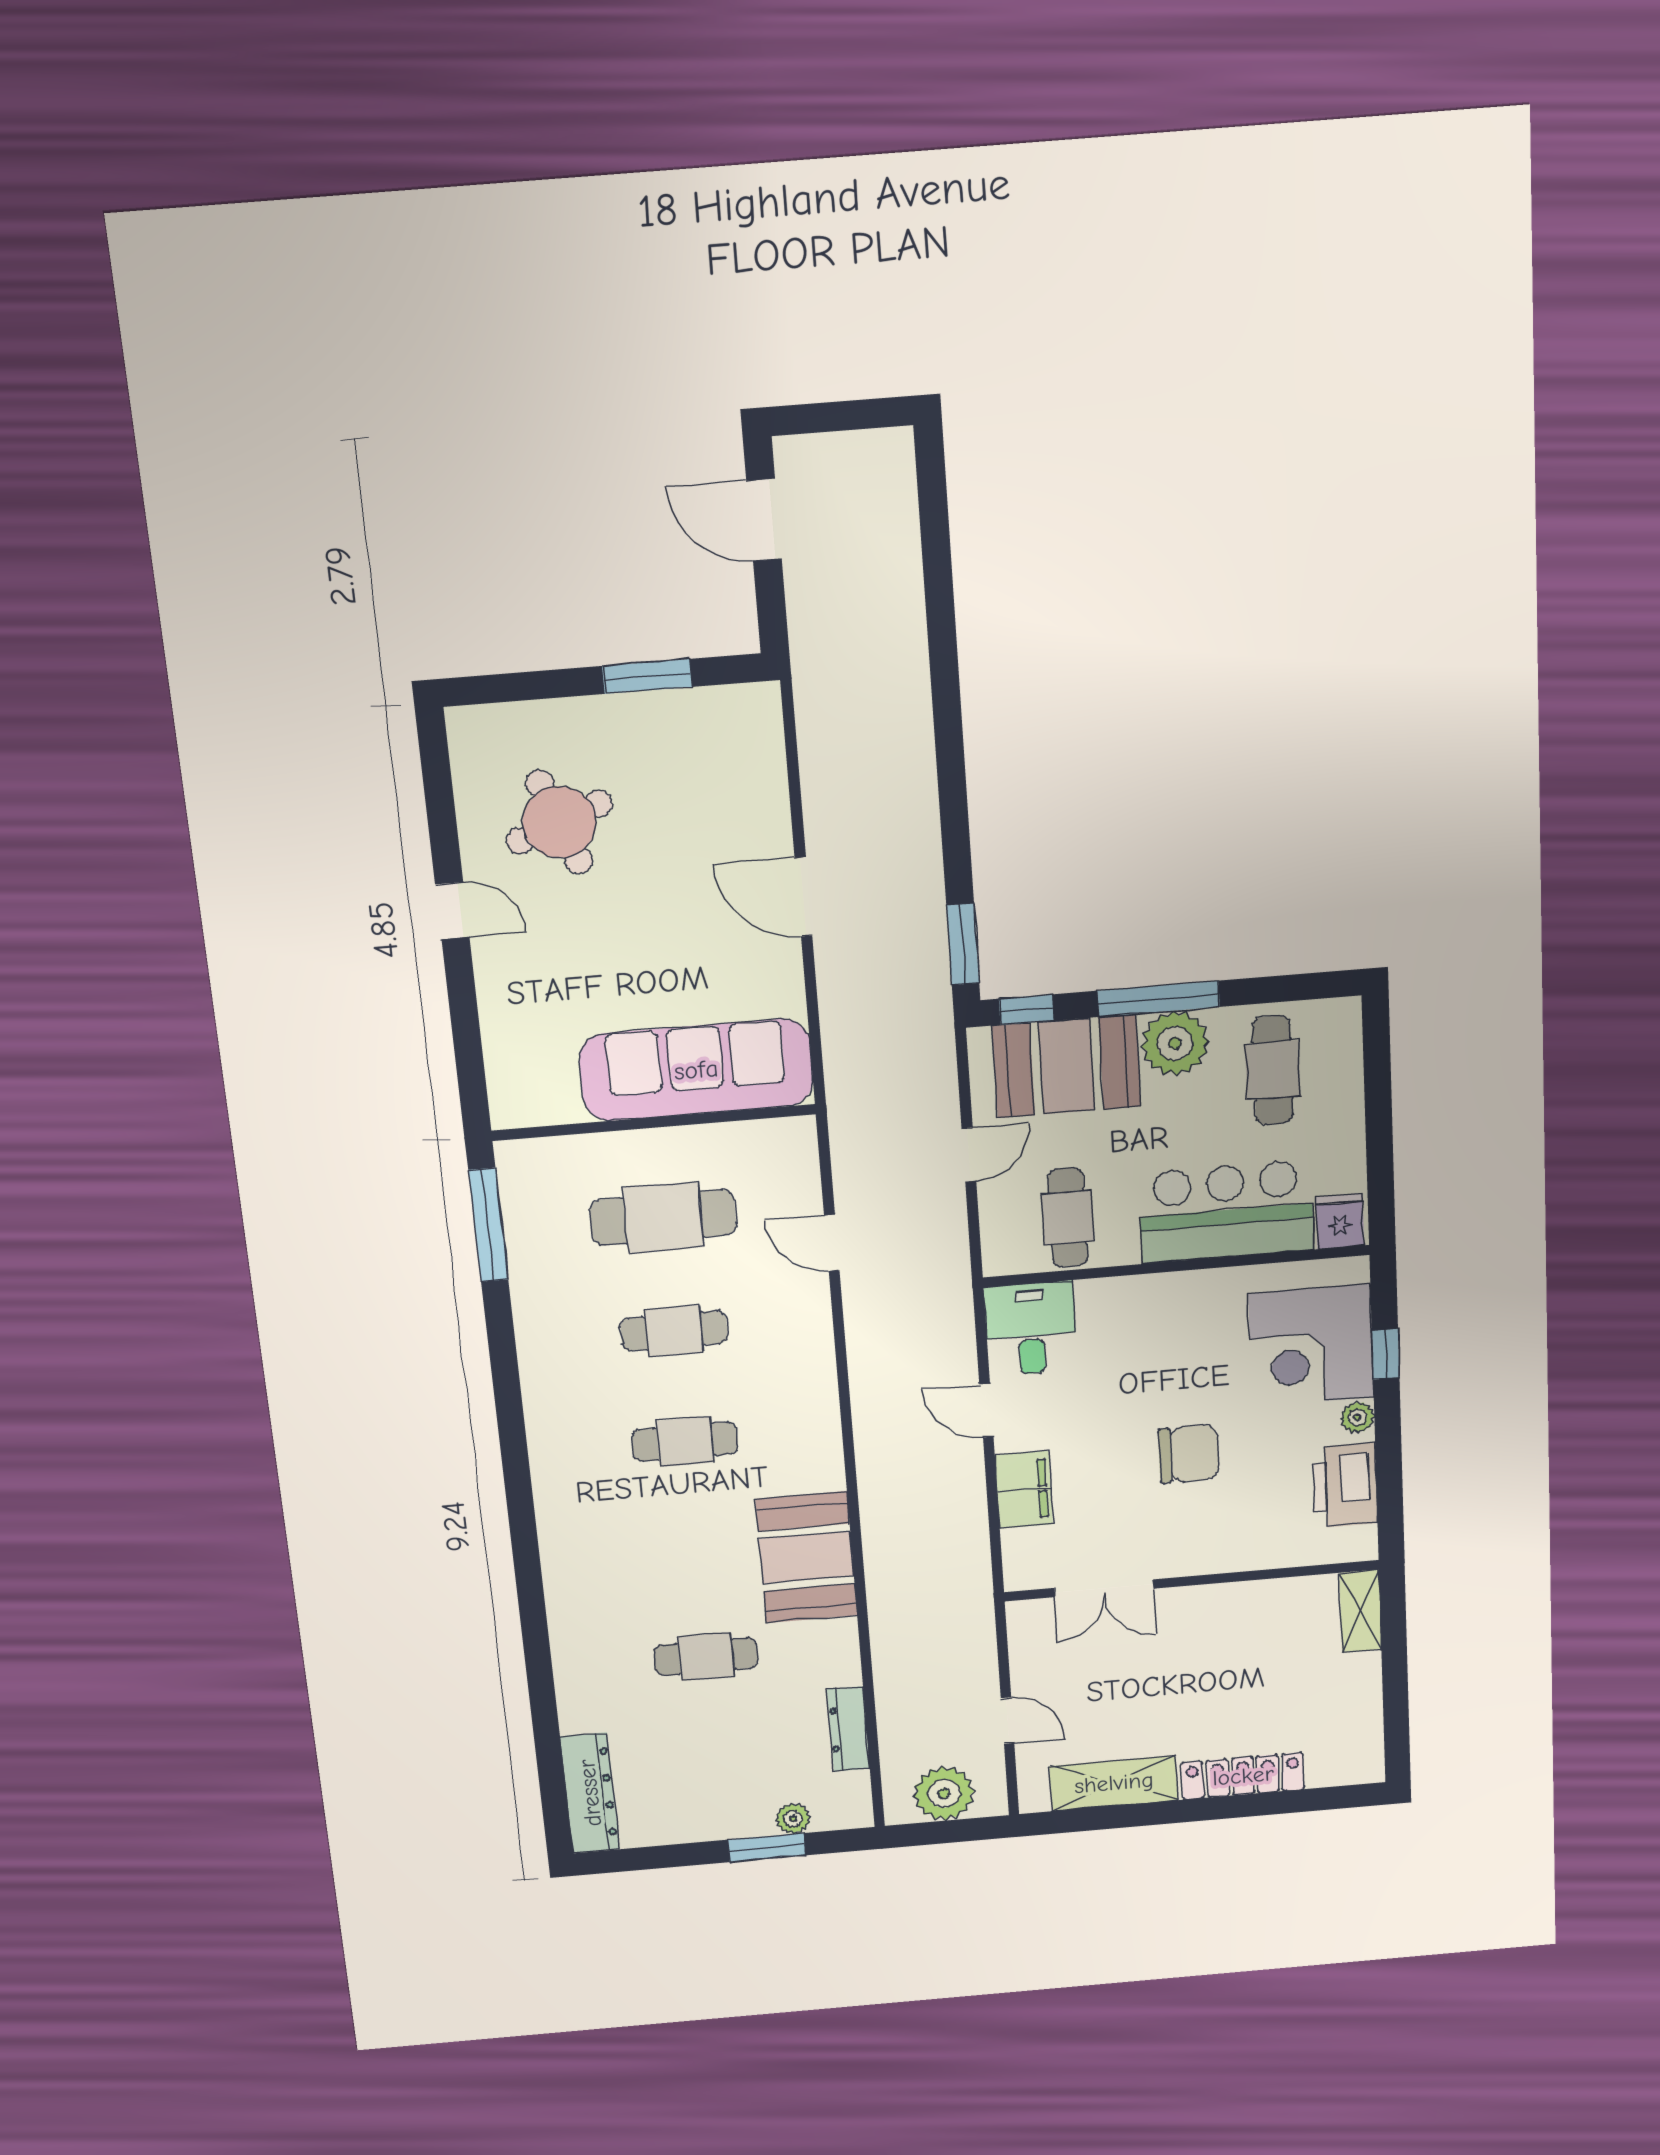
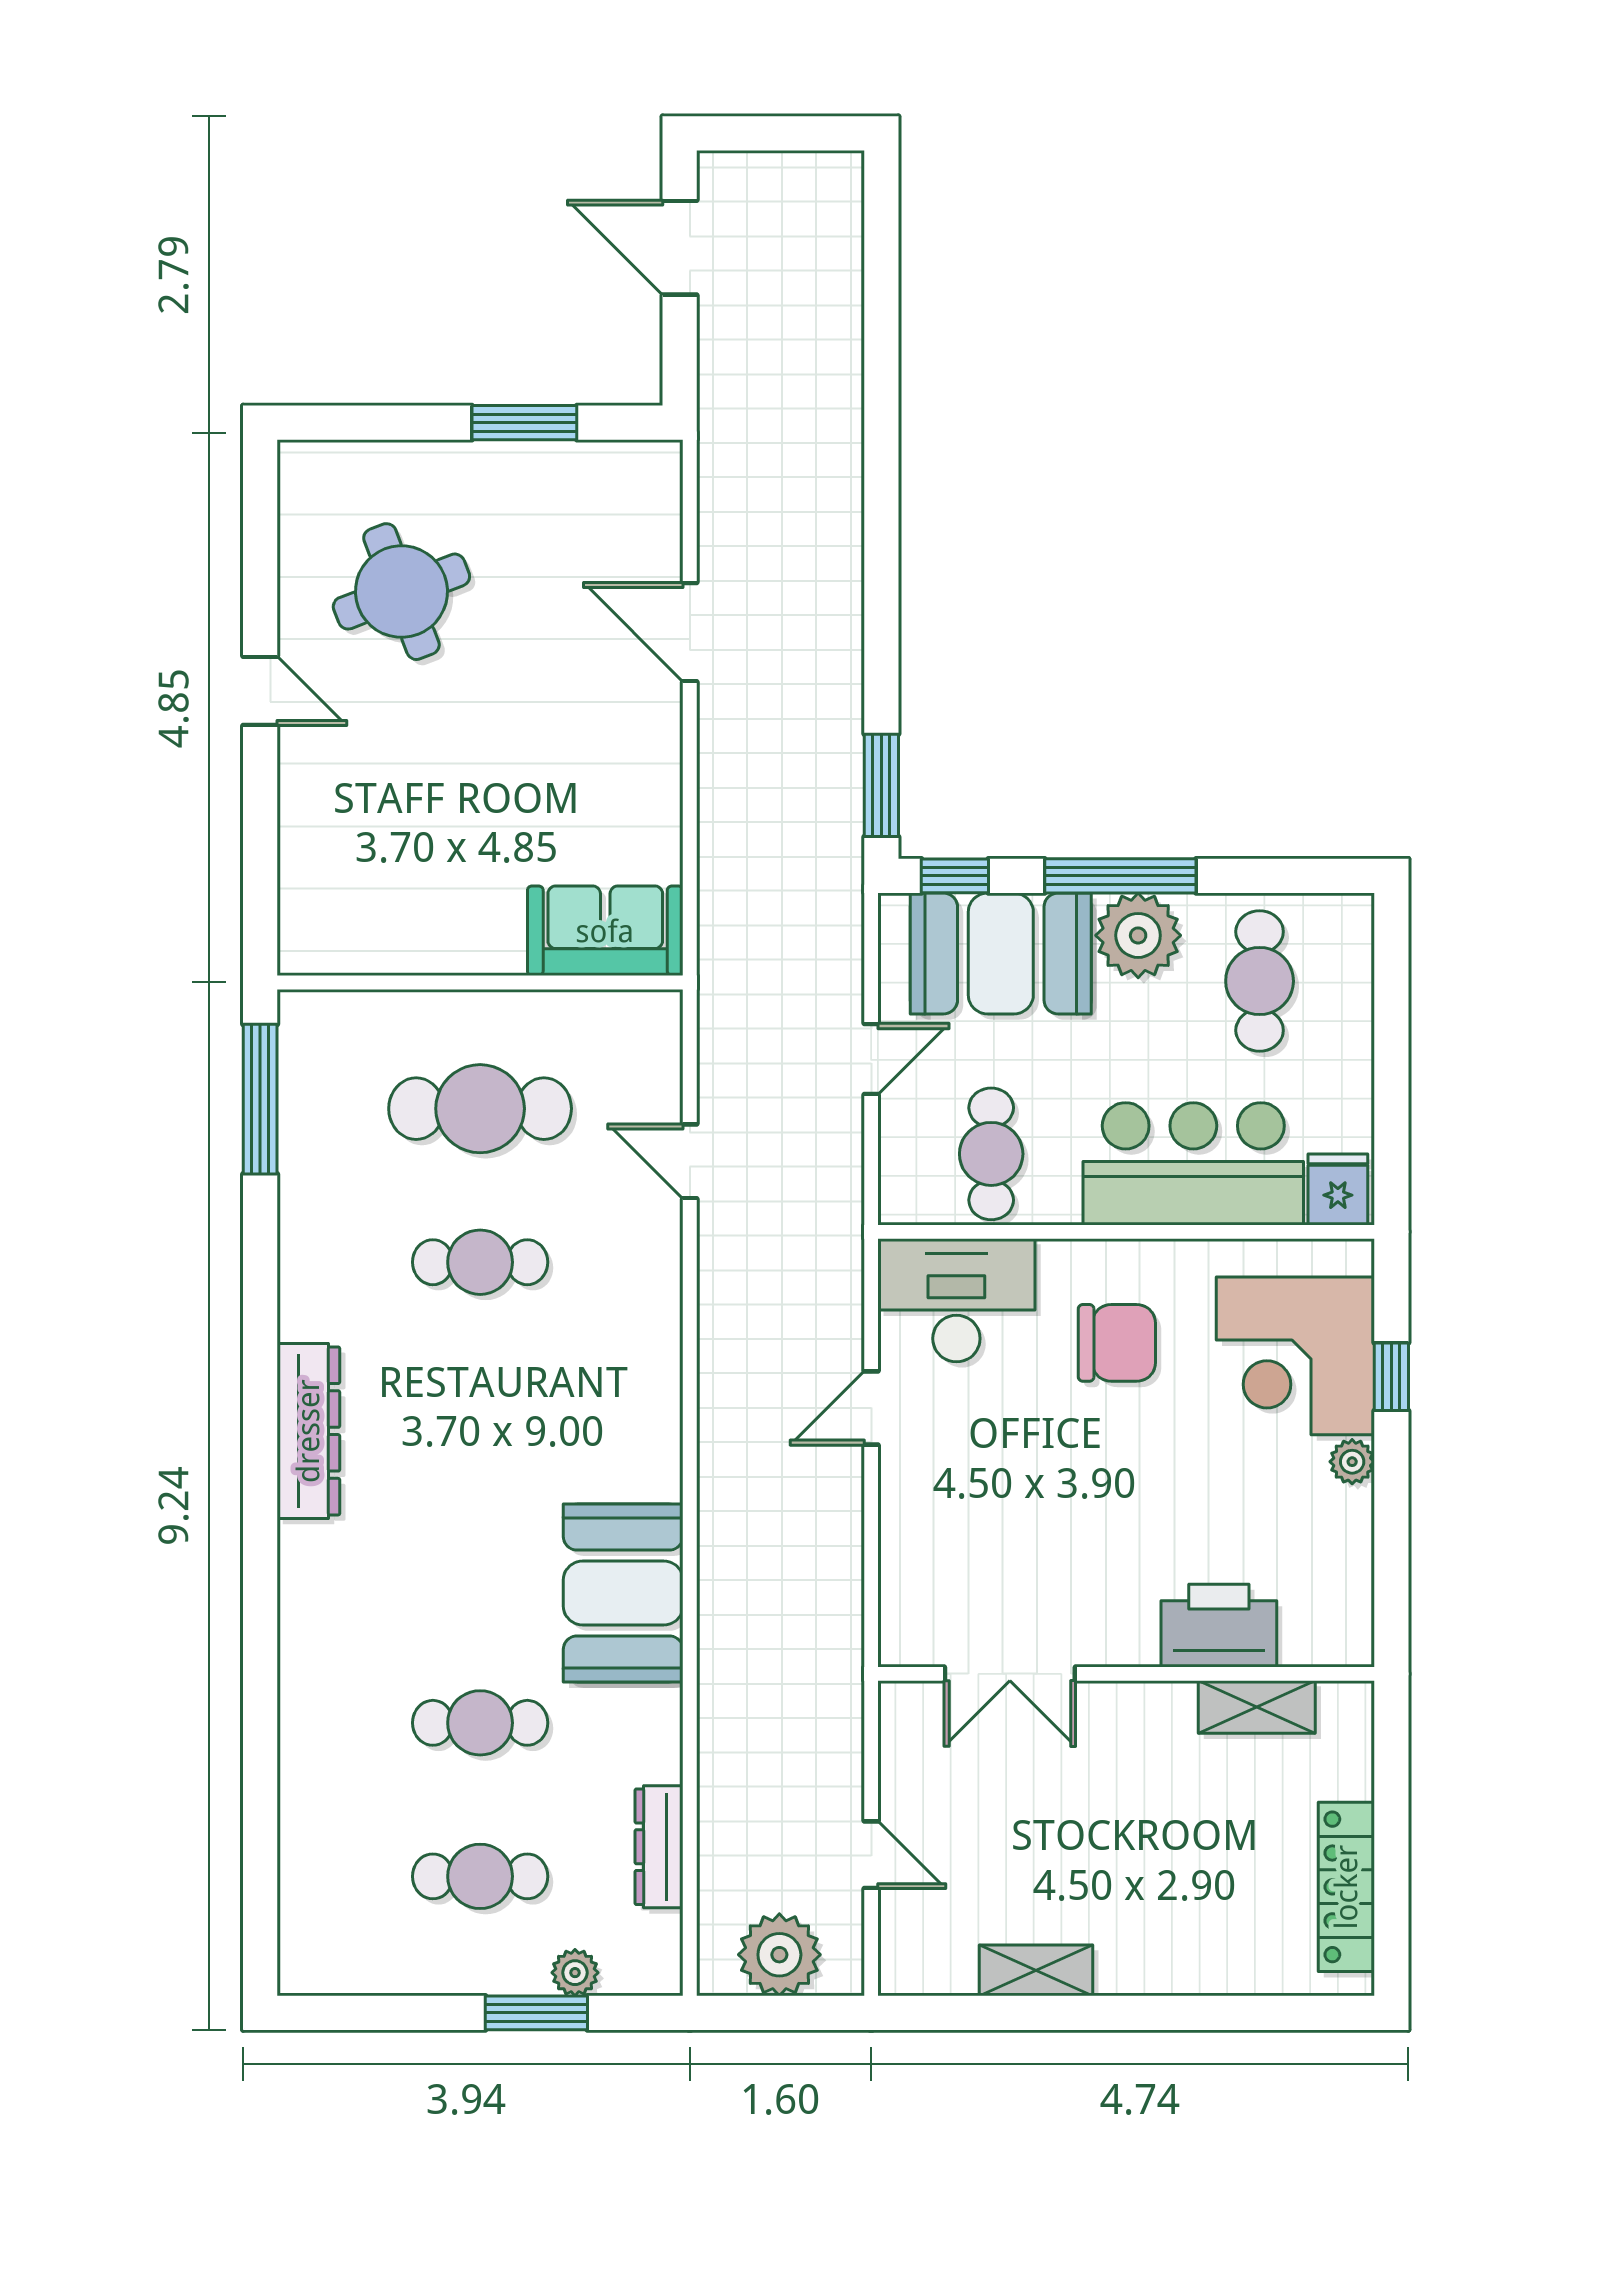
door: (803, 897) -> (690, 632), moved
sofa: (696, 1070) -> (605, 931), width x0.54, depth x0.79
desk: (1031, 1329) -> (956, 1300), width x1.37
door: (986, 1411) -> (871, 1408), hinge flipped
cafe table: (685, 1442) -> (480, 1876), moved
chair: (1189, 1454) -> (1117, 1343), moved
printer: (1345, 1485) -> (1219, 1626), moved, turned 90
filing cabinet: (1024, 1490) -> (913, 1523), removed
shelving: (1361, 1611) -> (1257, 1707), moved, turned 90
locker: (1243, 1776) -> (1346, 1887), moved, turned -90
shelving: (1114, 1783) -> (1036, 1970), width x0.67, depth x0.75
dresser: (590, 1793) -> (308, 1431), moved

